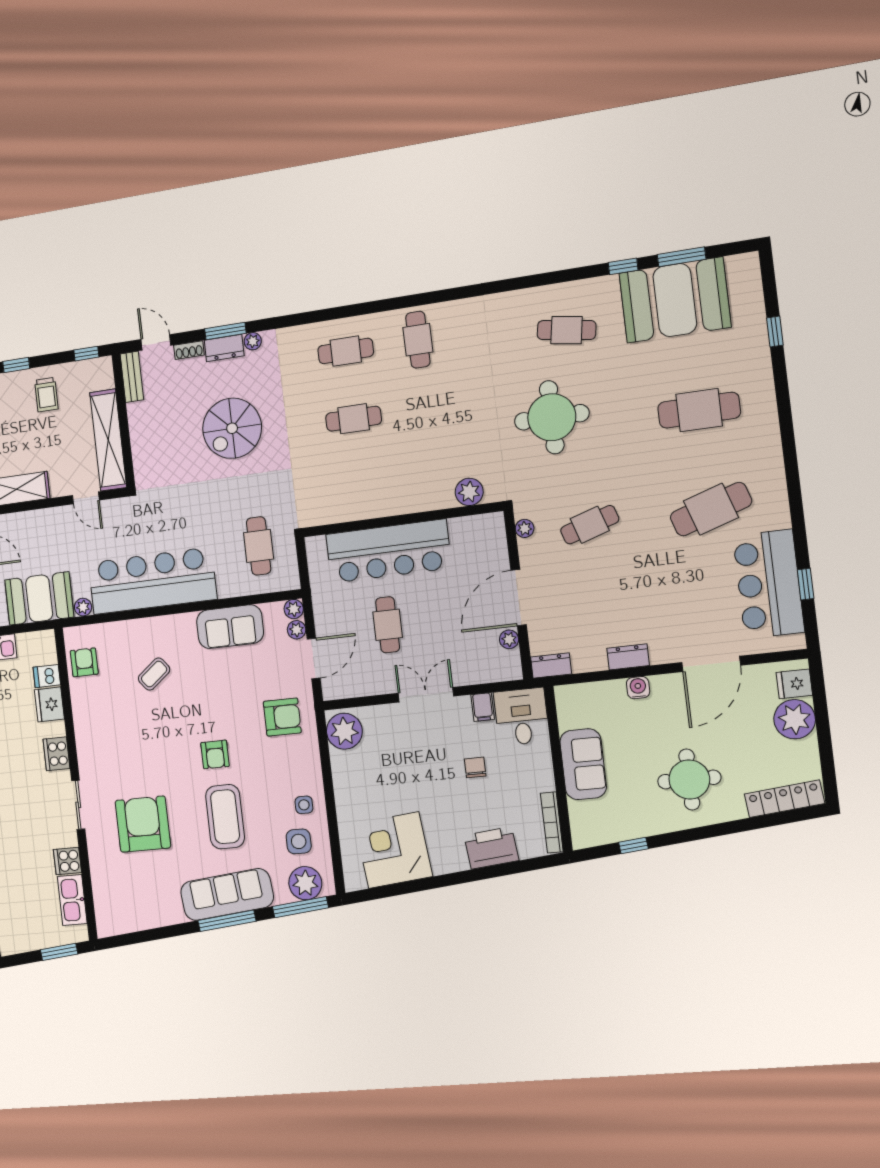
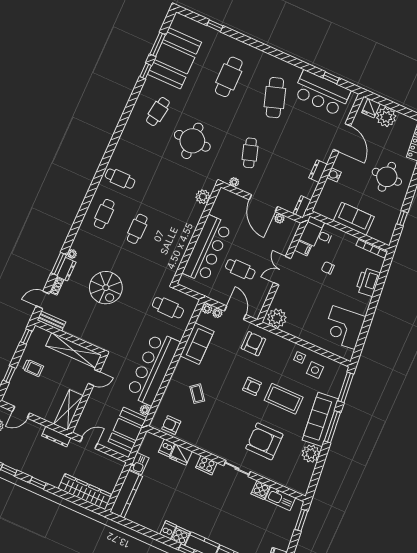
plant: (305, 883) -> (311, 454), moved

